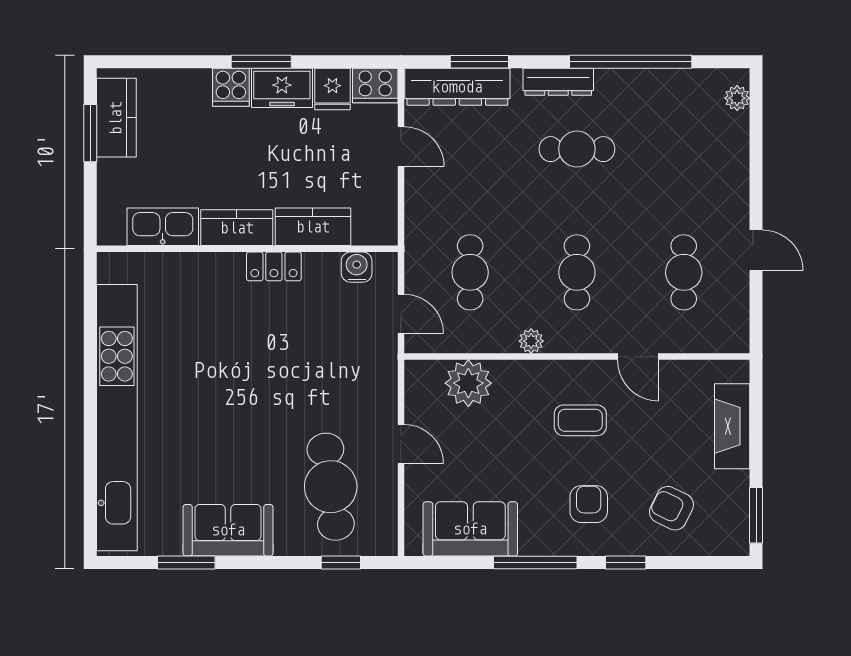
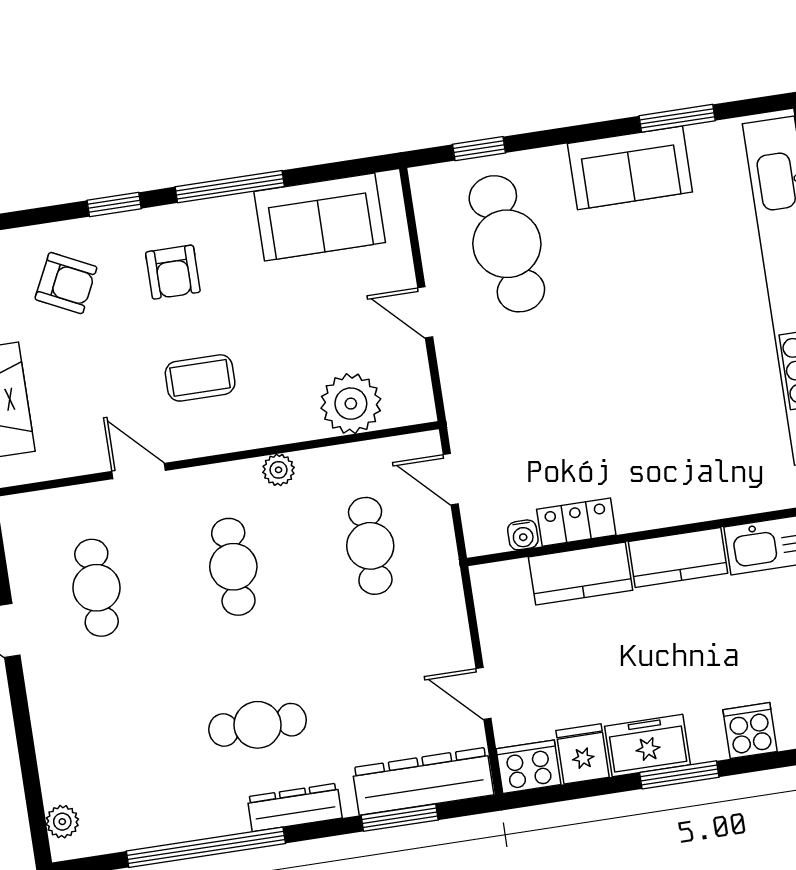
cooker: (231, 87) -> (750, 731), moved
locker: (274, 266) -> (576, 522), moved
water cooler: (357, 267) -> (523, 535), width x0.72, depth x0.72

